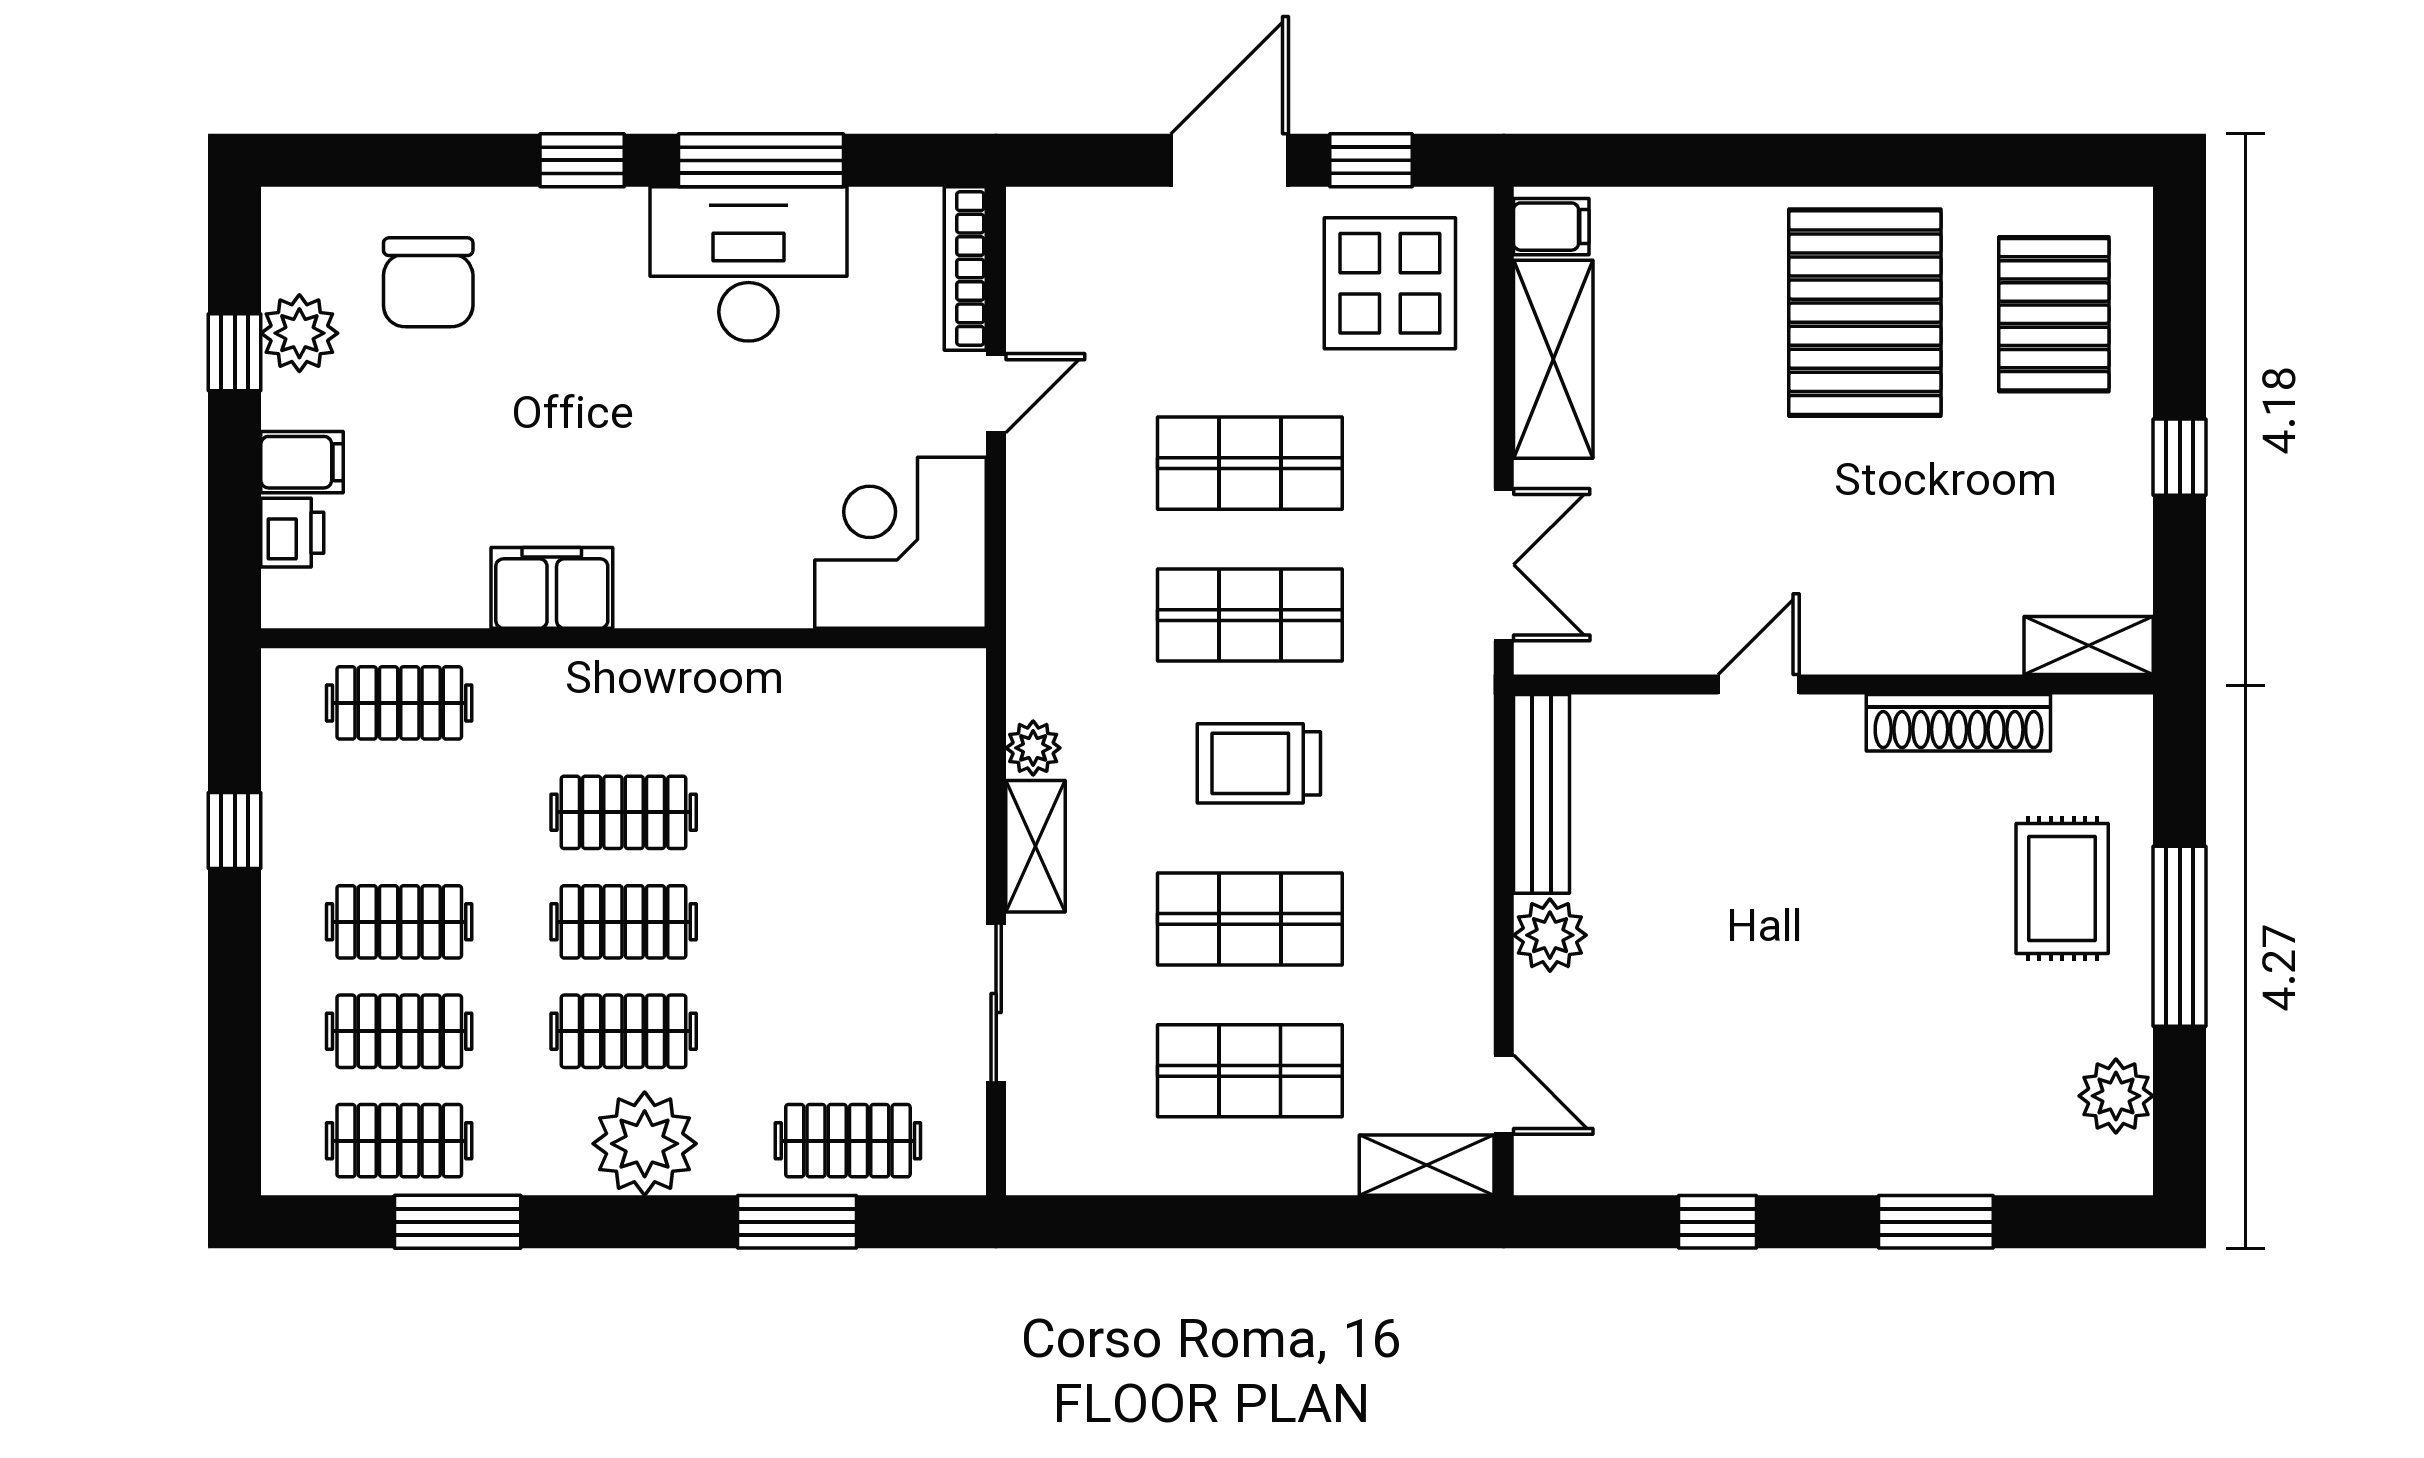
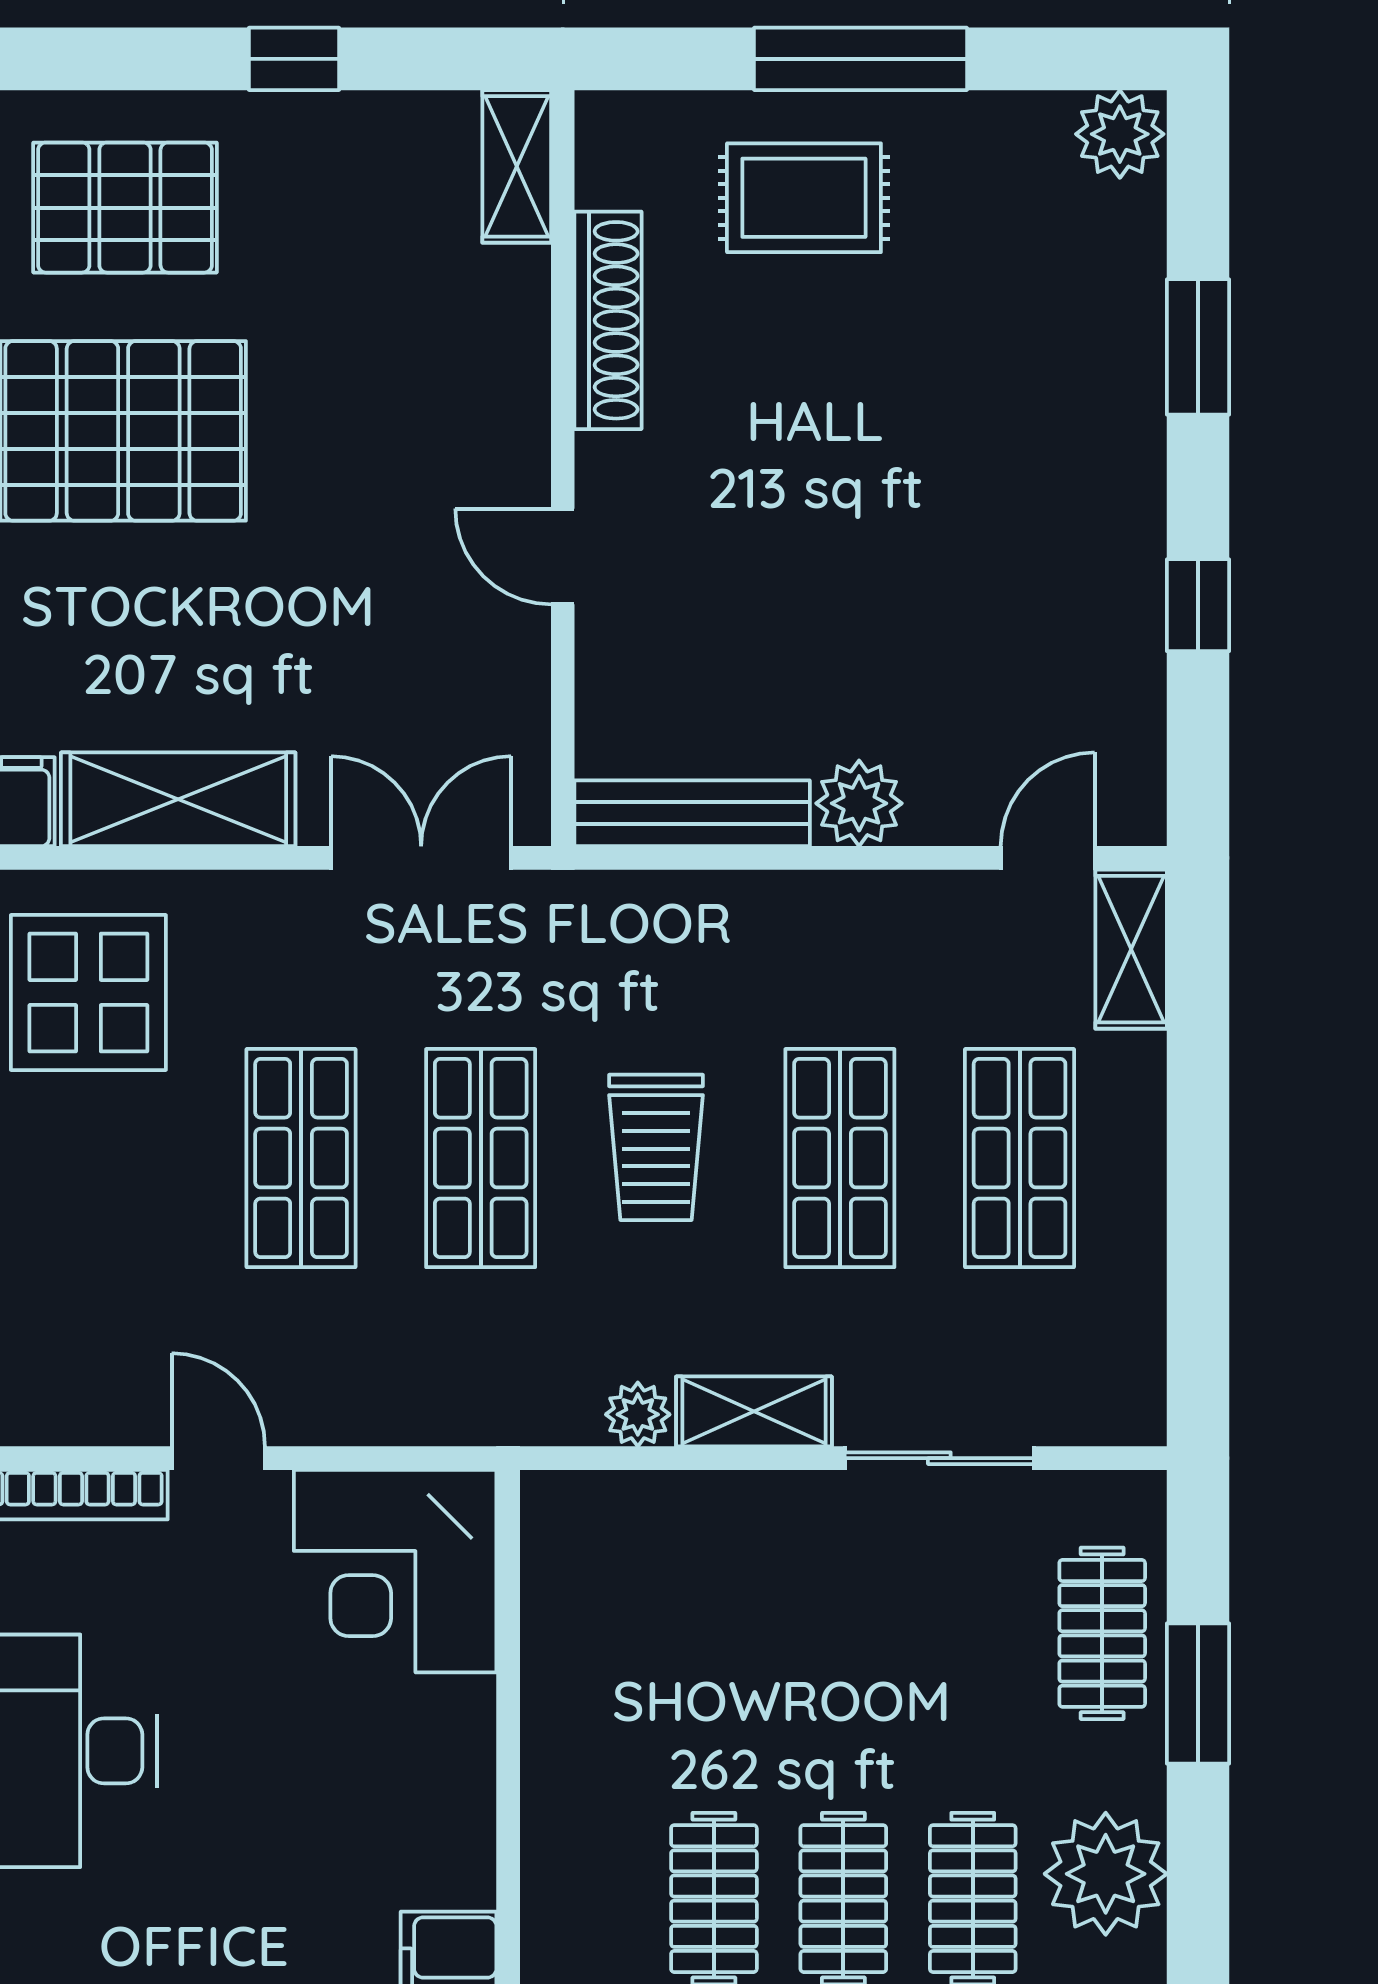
plant: (2116, 1096) -> (1120, 134), moved

